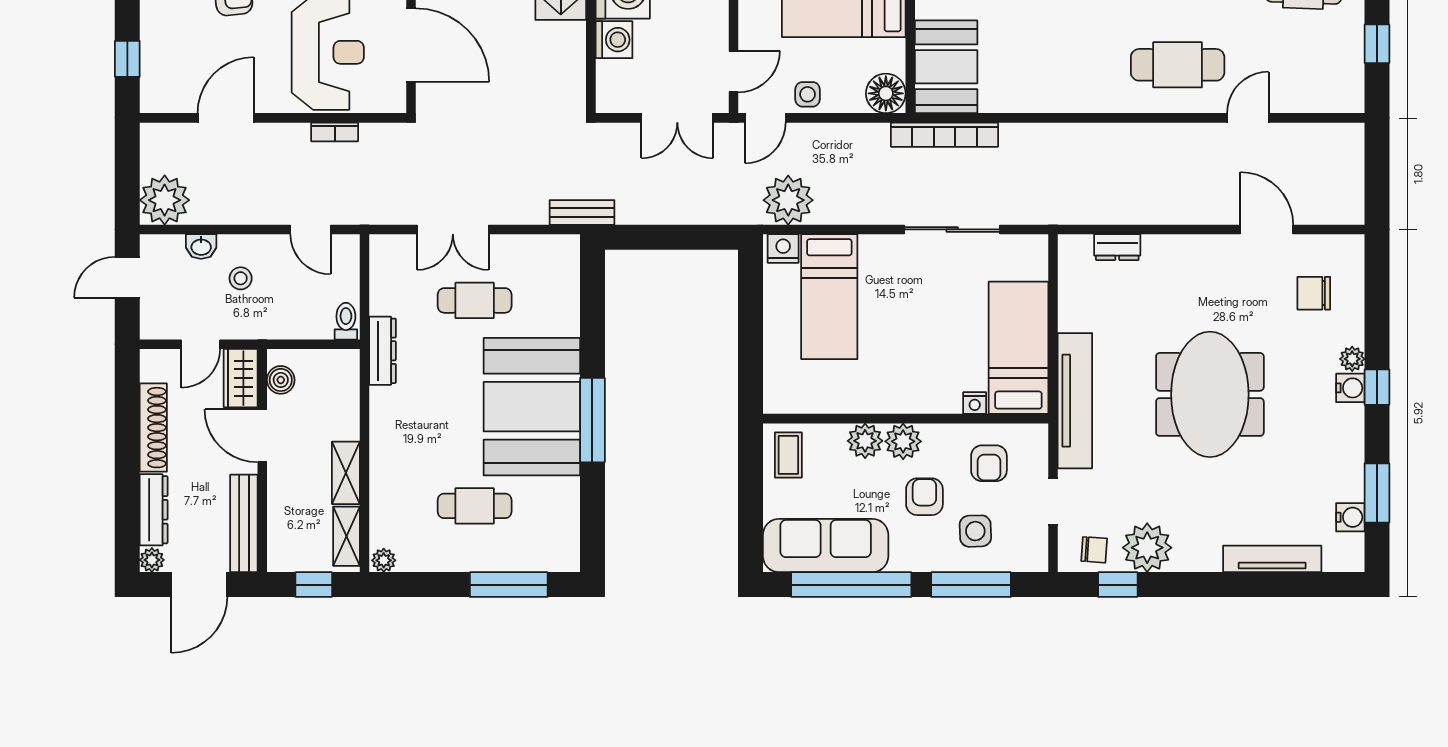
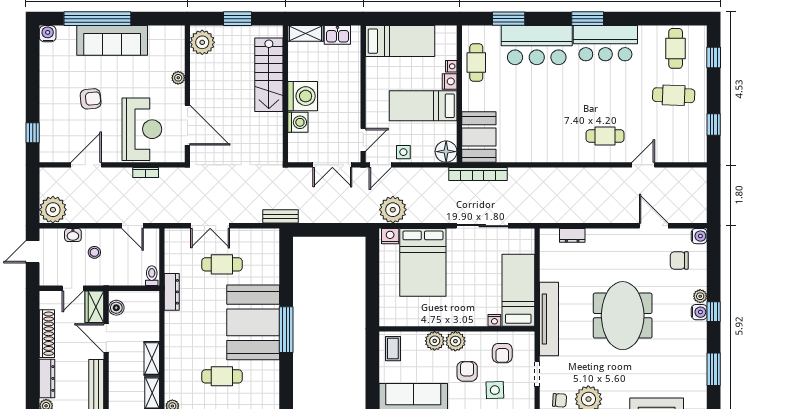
cafe table: (1178, 65) -> (605, 136), width x0.73, depth x0.74
bed: (829, 297) -> (423, 262), width x1.50
water cooler: (1350, 517) -> (699, 236), moved

